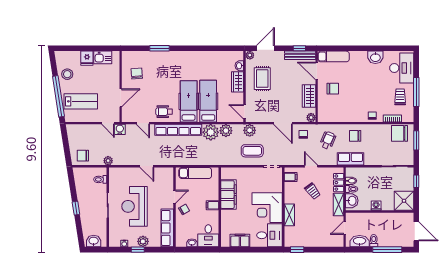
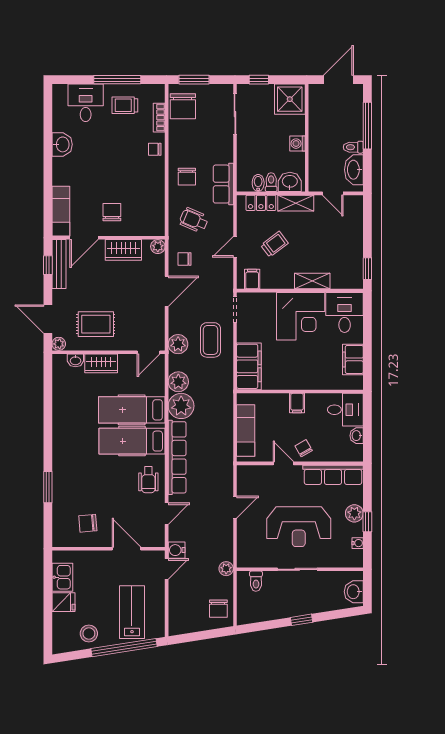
desk: (402, 68) -> (86, 103), width x0.73
filing cabinet: (228, 195) -> (249, 366), moved, turned 90

